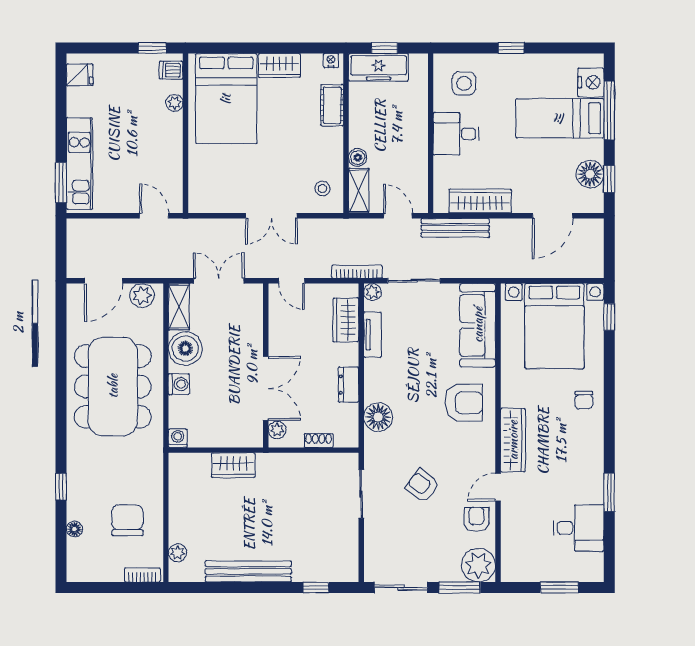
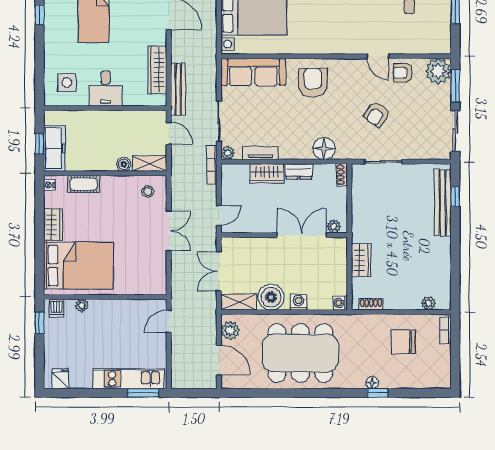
window: (511, 48) -> (39, 15), moved
door: (398, 216) -> (169, 133), swing flipped
wardrobe: (346, 320) -> (267, 174), moved
wardrobe: (513, 440) -> (342, 45), removed
shoe rack: (319, 441) -> (342, 175), moved
shoe rack: (176, 478) -> (371, 304), added
floor lamp: (74, 529) -> (372, 383), moved
bench: (248, 571) -> (443, 203), moved

